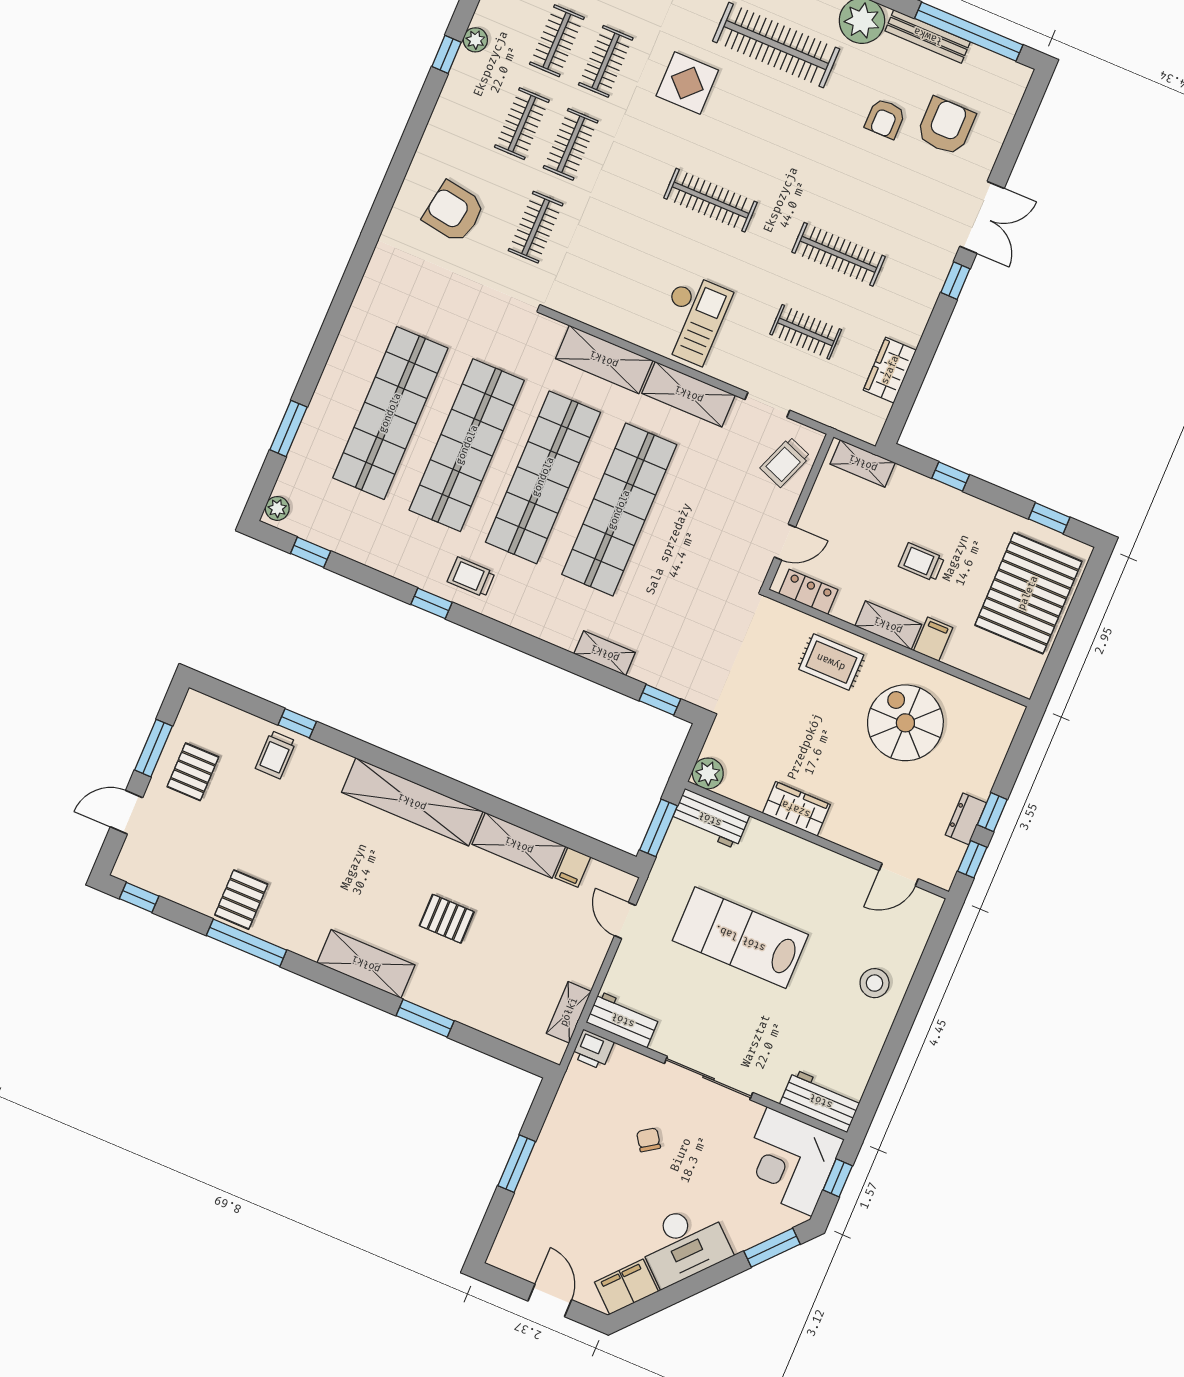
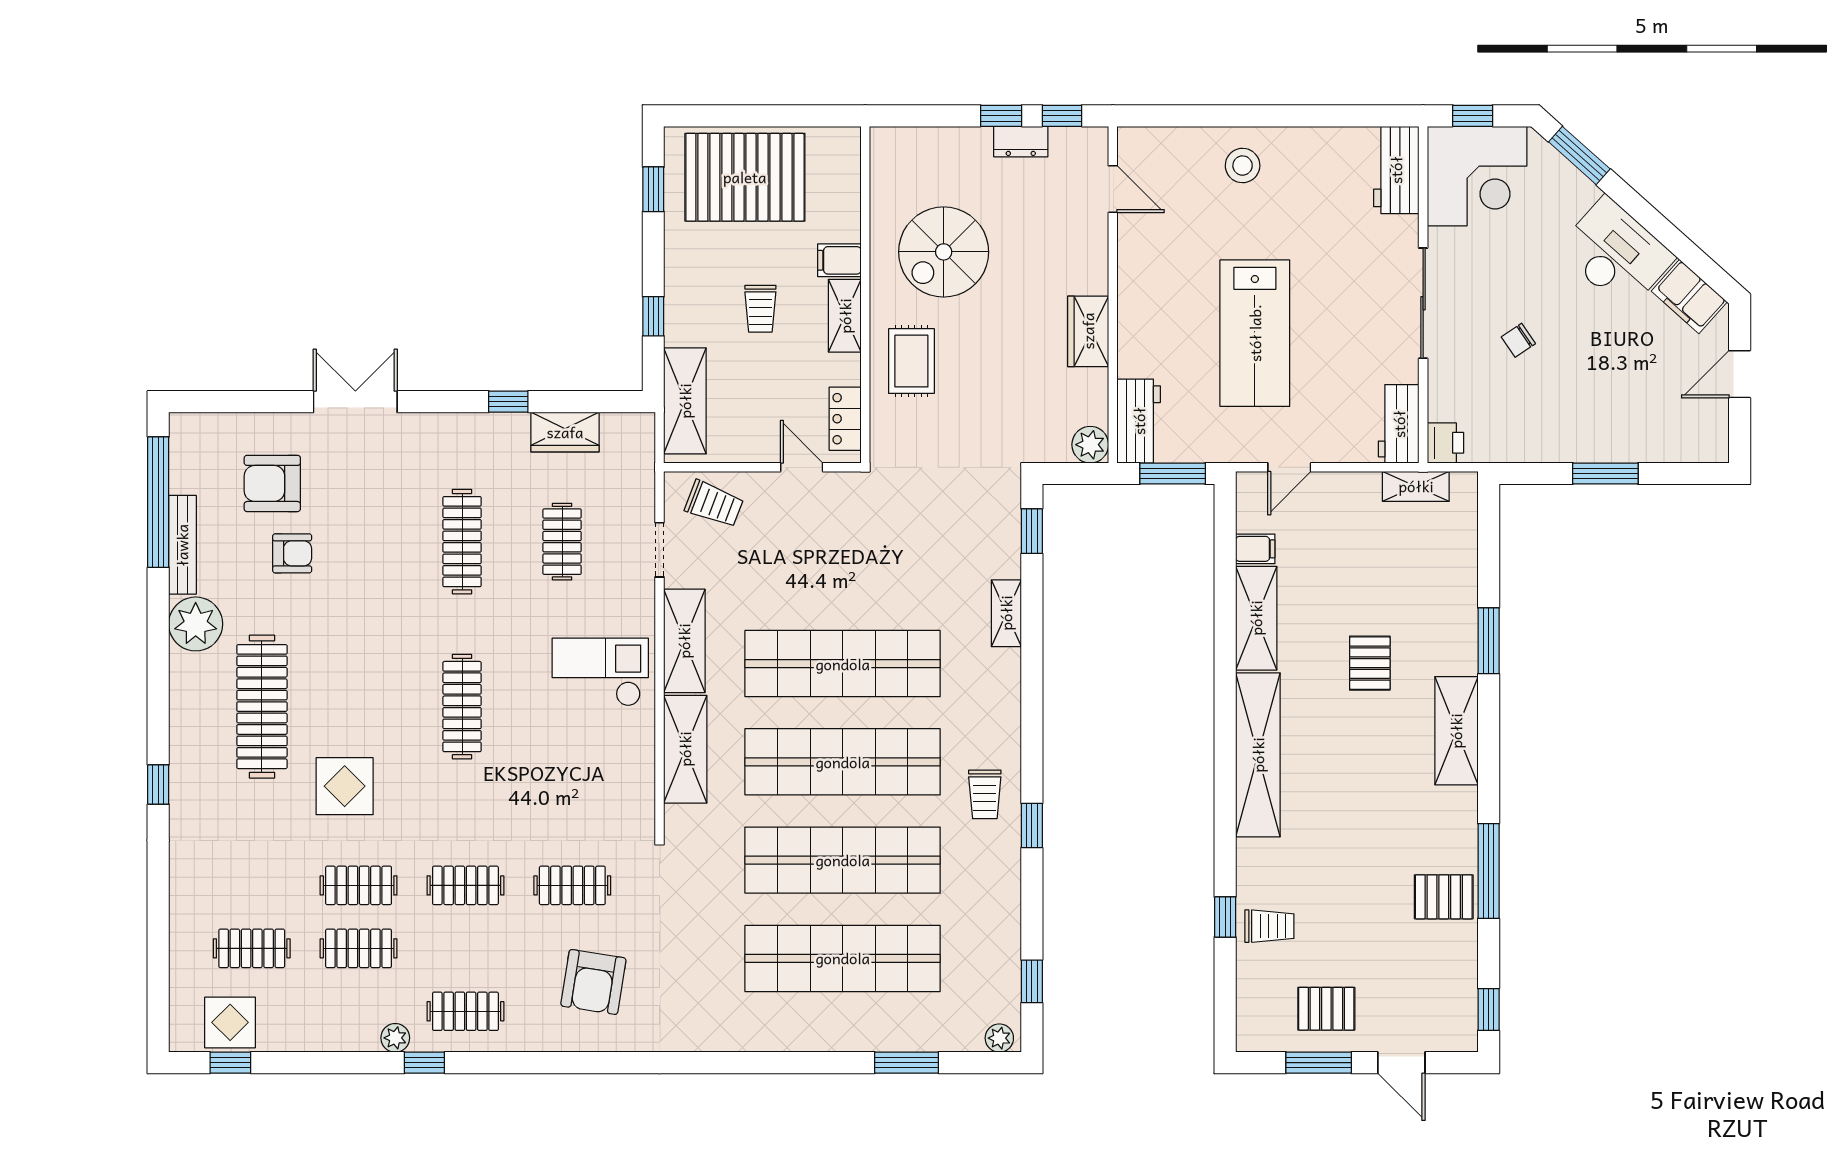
clothes rail: (522, 124) -> (465, 1011), moved
window: (955, 281) -> (508, 402), moved
shelving: (863, 463) -> (685, 401), width x1.50, depth x1.33

